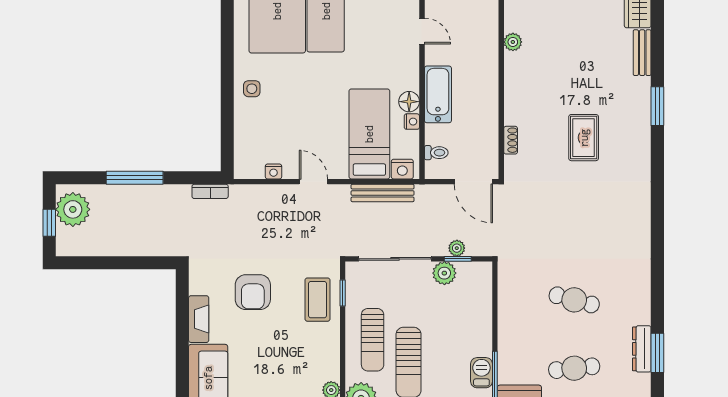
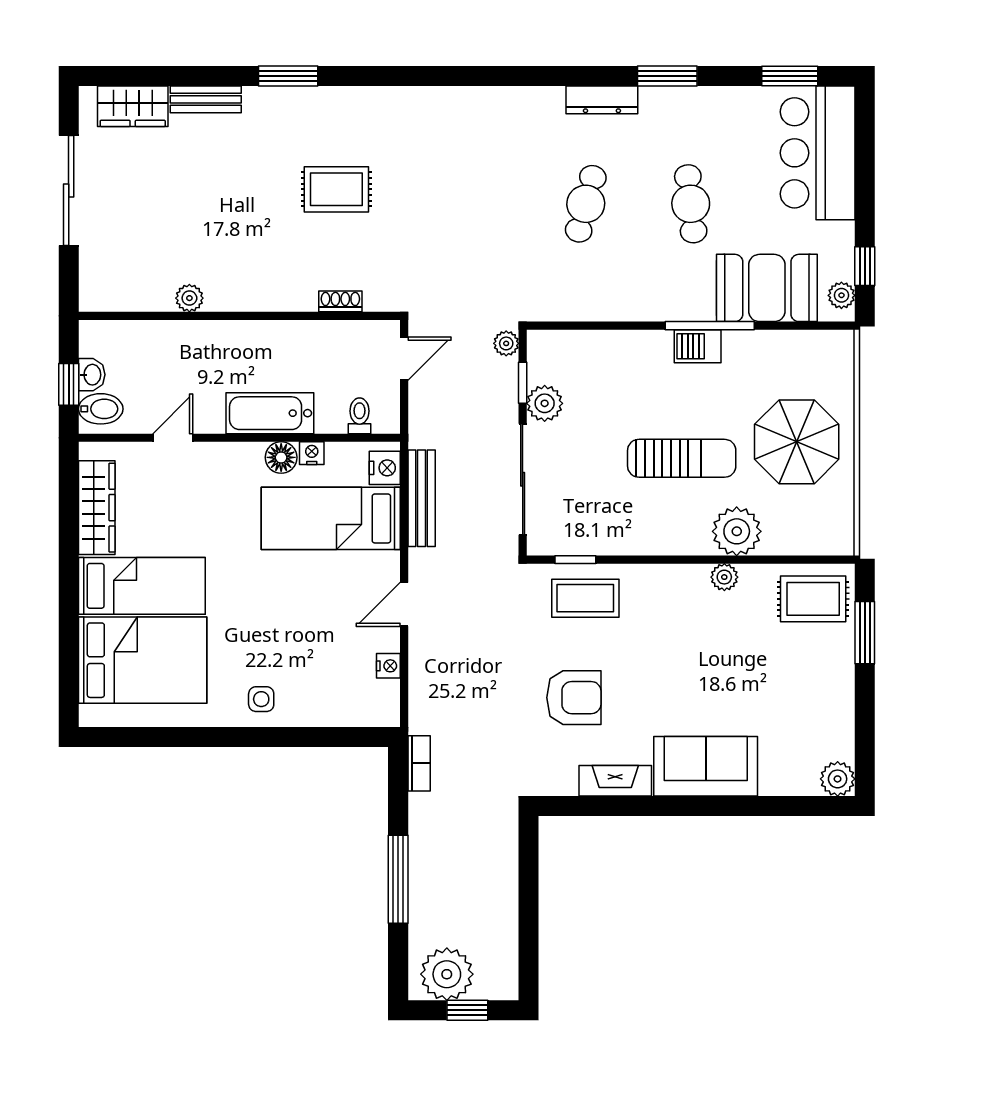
door: (473, 182) -> (404, 359), width x0.73
plant: (457, 248) -> (506, 343), moved
sun lounger: (373, 340) -> (647, 514), removed
dresser: (642, 349) -> (602, 100), moved

